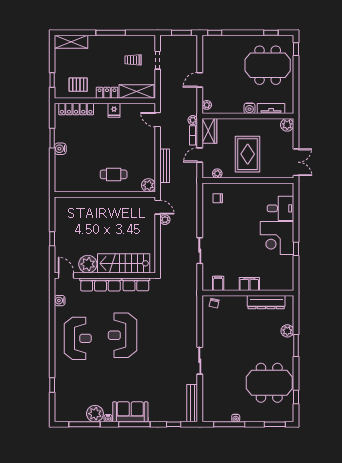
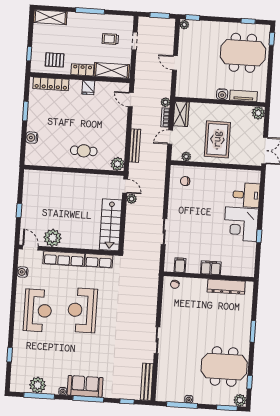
door: (200, 80) -> (175, 63), hinge flipped
plant: (207, 105) -> (184, 25), moved
water cooler: (60, 149) -> (32, 138), moved
stairs: (124, 263) -> (111, 225), moved, turned -90
plant: (287, 331) -> (240, 400), moved
plant: (95, 414) -> (38, 385), moved

